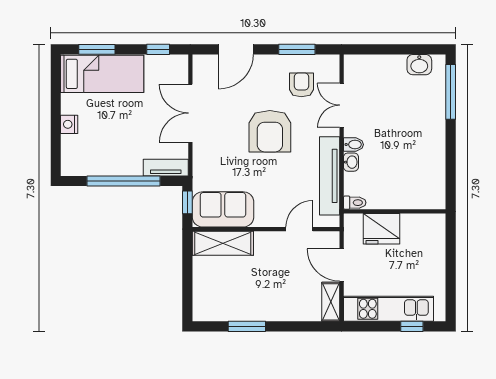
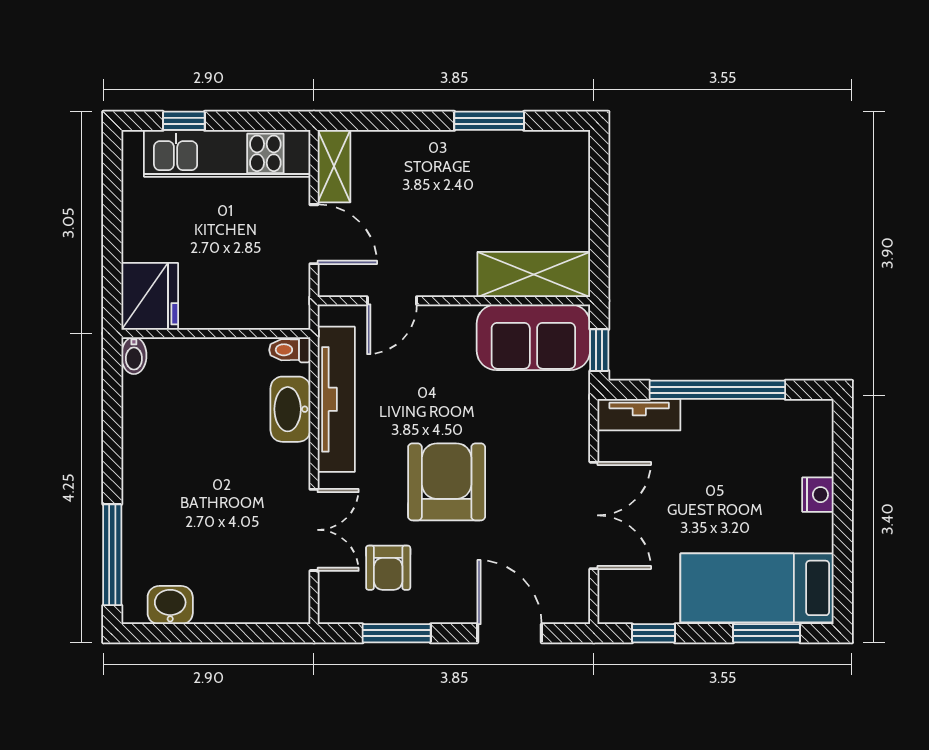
door: (236, 49) -> (510, 633), hinge flipped
bidet: (354, 145) -> (134, 356), moved, turned -90
washbasin: (351, 162) -> (290, 409), width x1.91, depth x1.45
fridge: (381, 229) -> (150, 296), moved, turned 90

